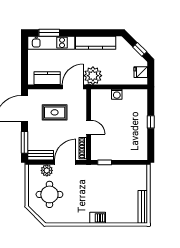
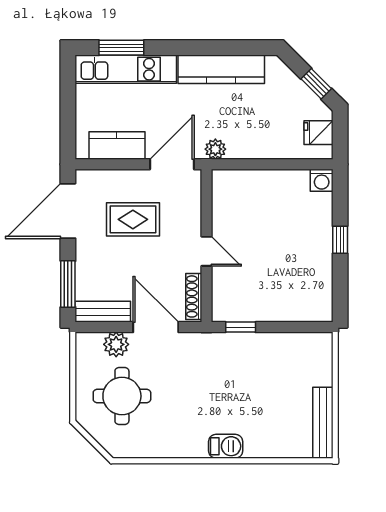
plant: (93, 76) -> (215, 149), width x0.53, depth x0.53
washing machine: (117, 94) -> (322, 180), moved
door: (65, 162) -> (156, 327), hinge flipped

